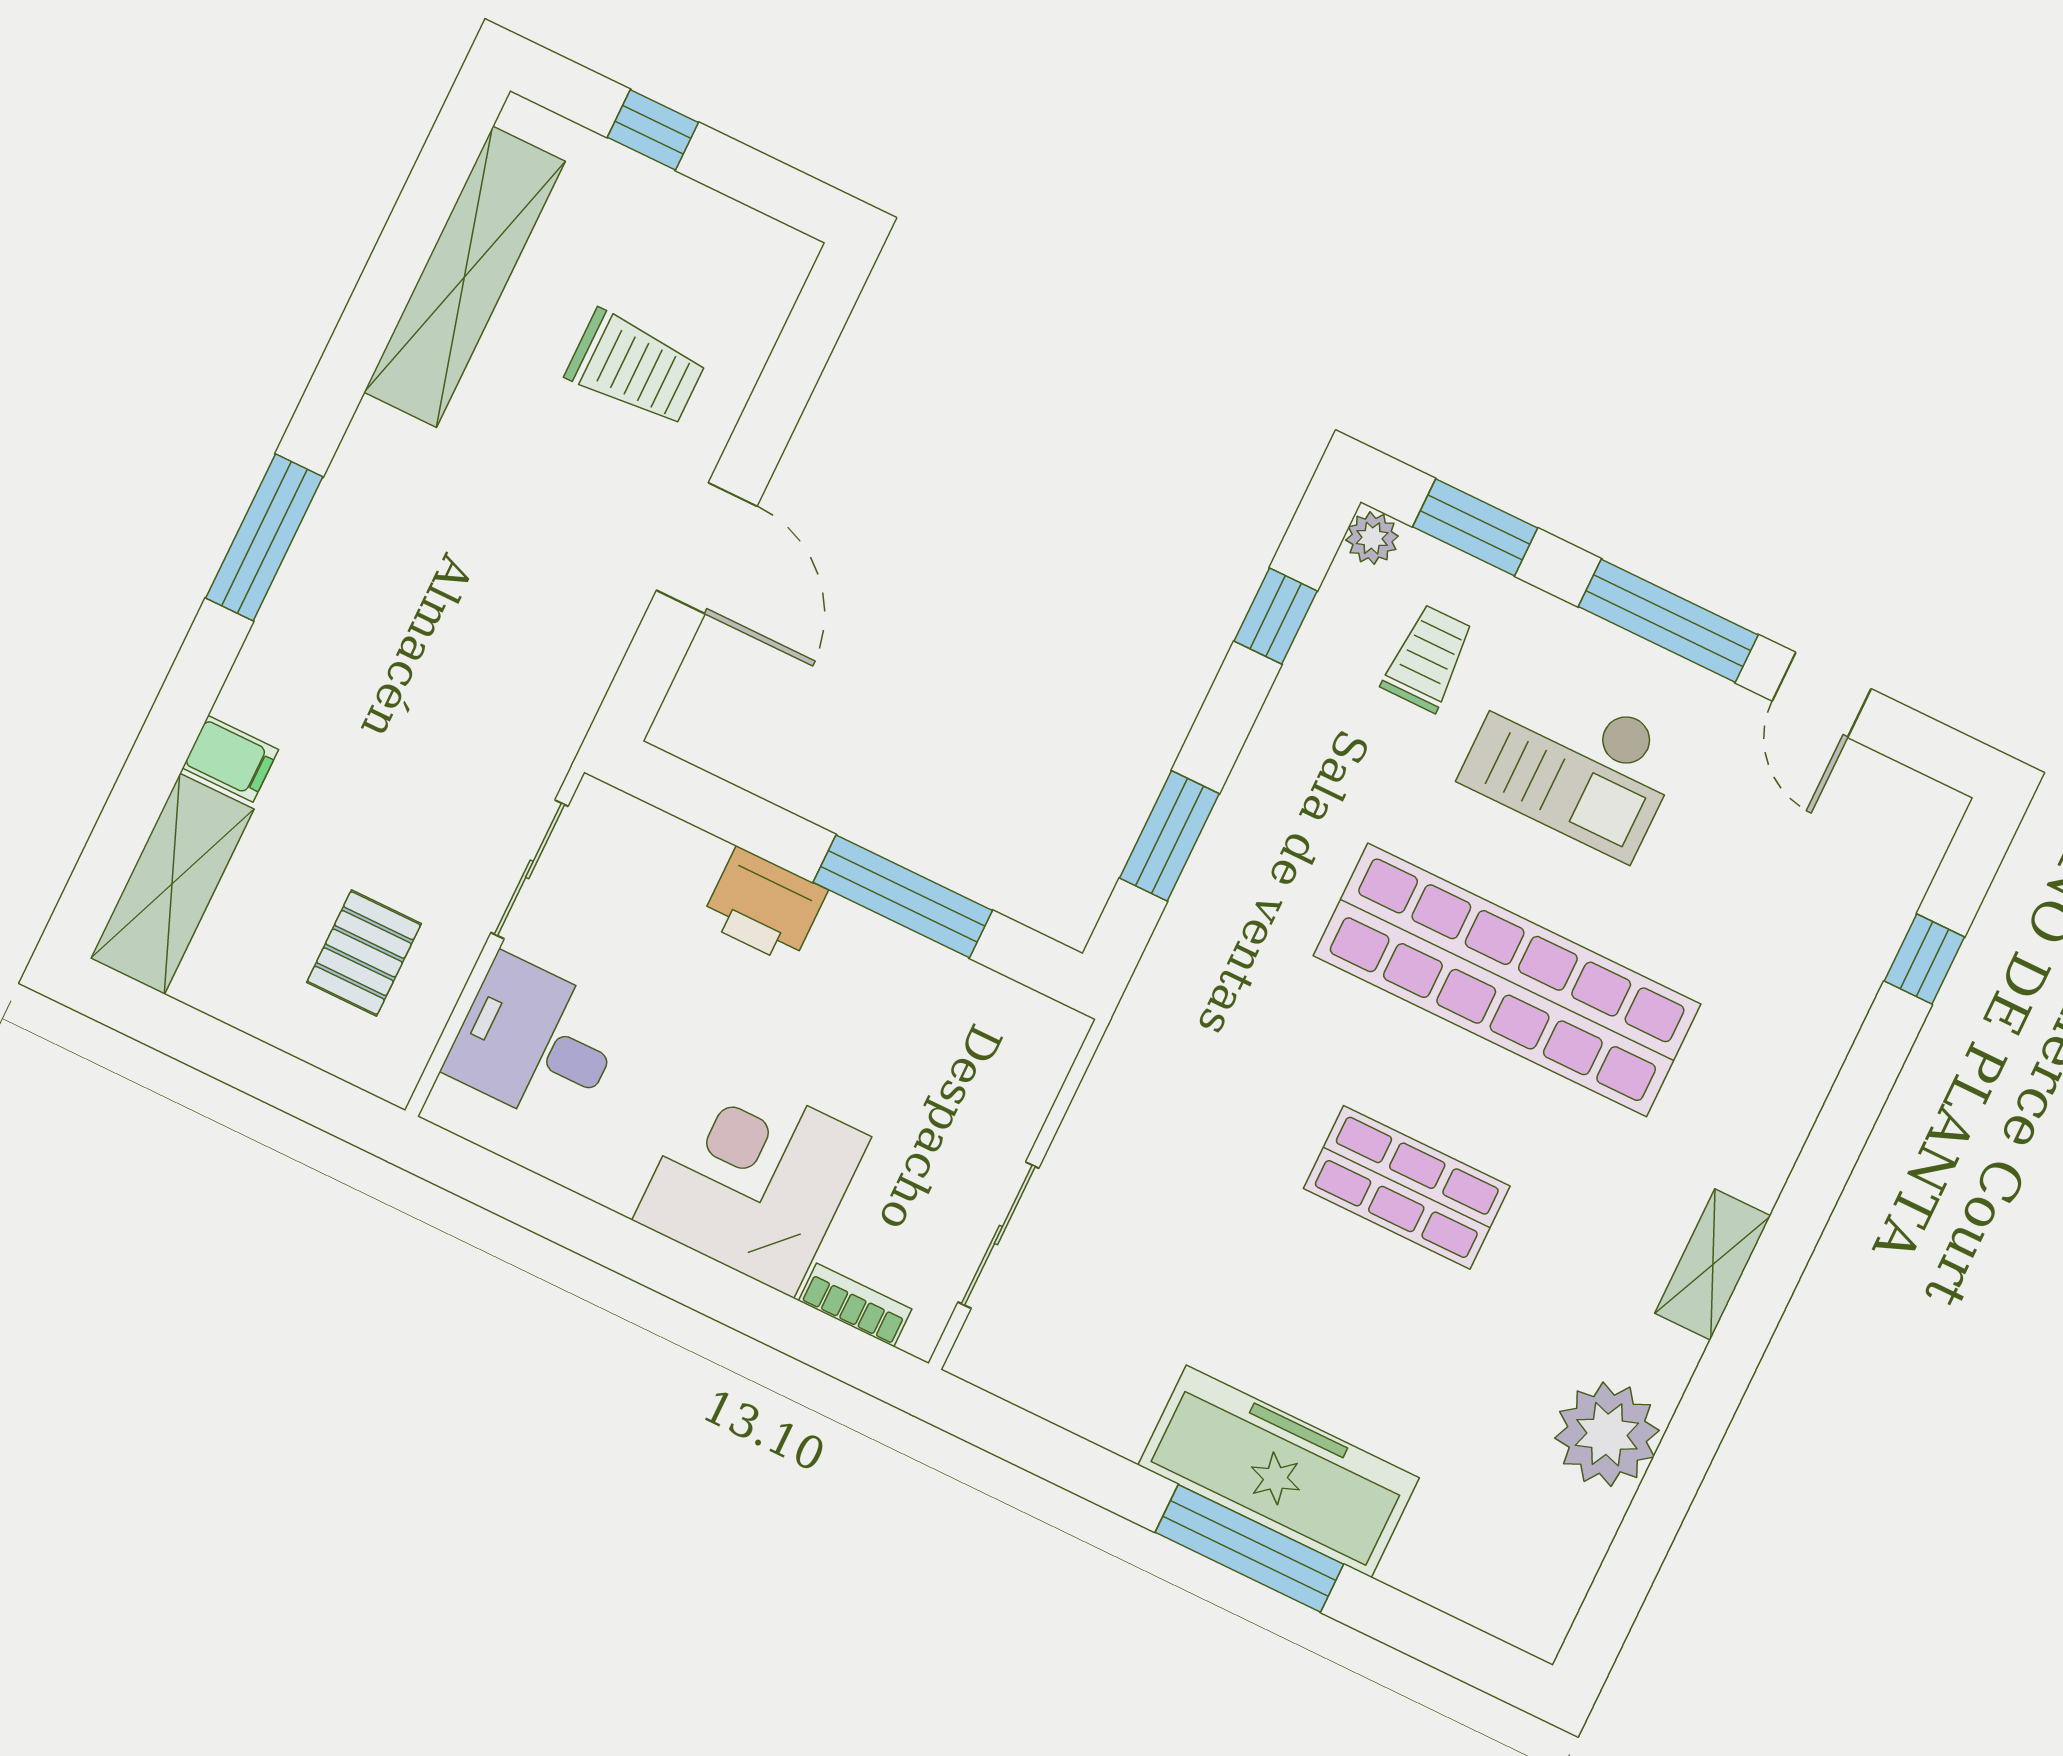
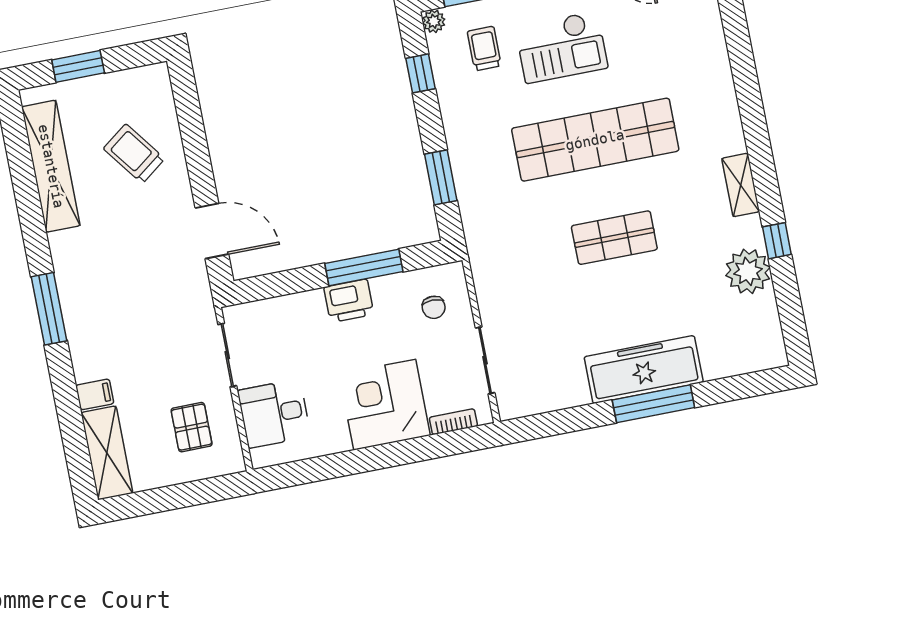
window: (653, 130) -> (78, 66), width x1.50
trolley: (636, 368) -> (134, 154), turned -127
door: (707, 548) -> (212, 231), moved
printer: (764, 906) -> (349, 301), moved
window: (1924, 959) -> (777, 241), moved
chair: (977, 1066) -> (434, 307), added

